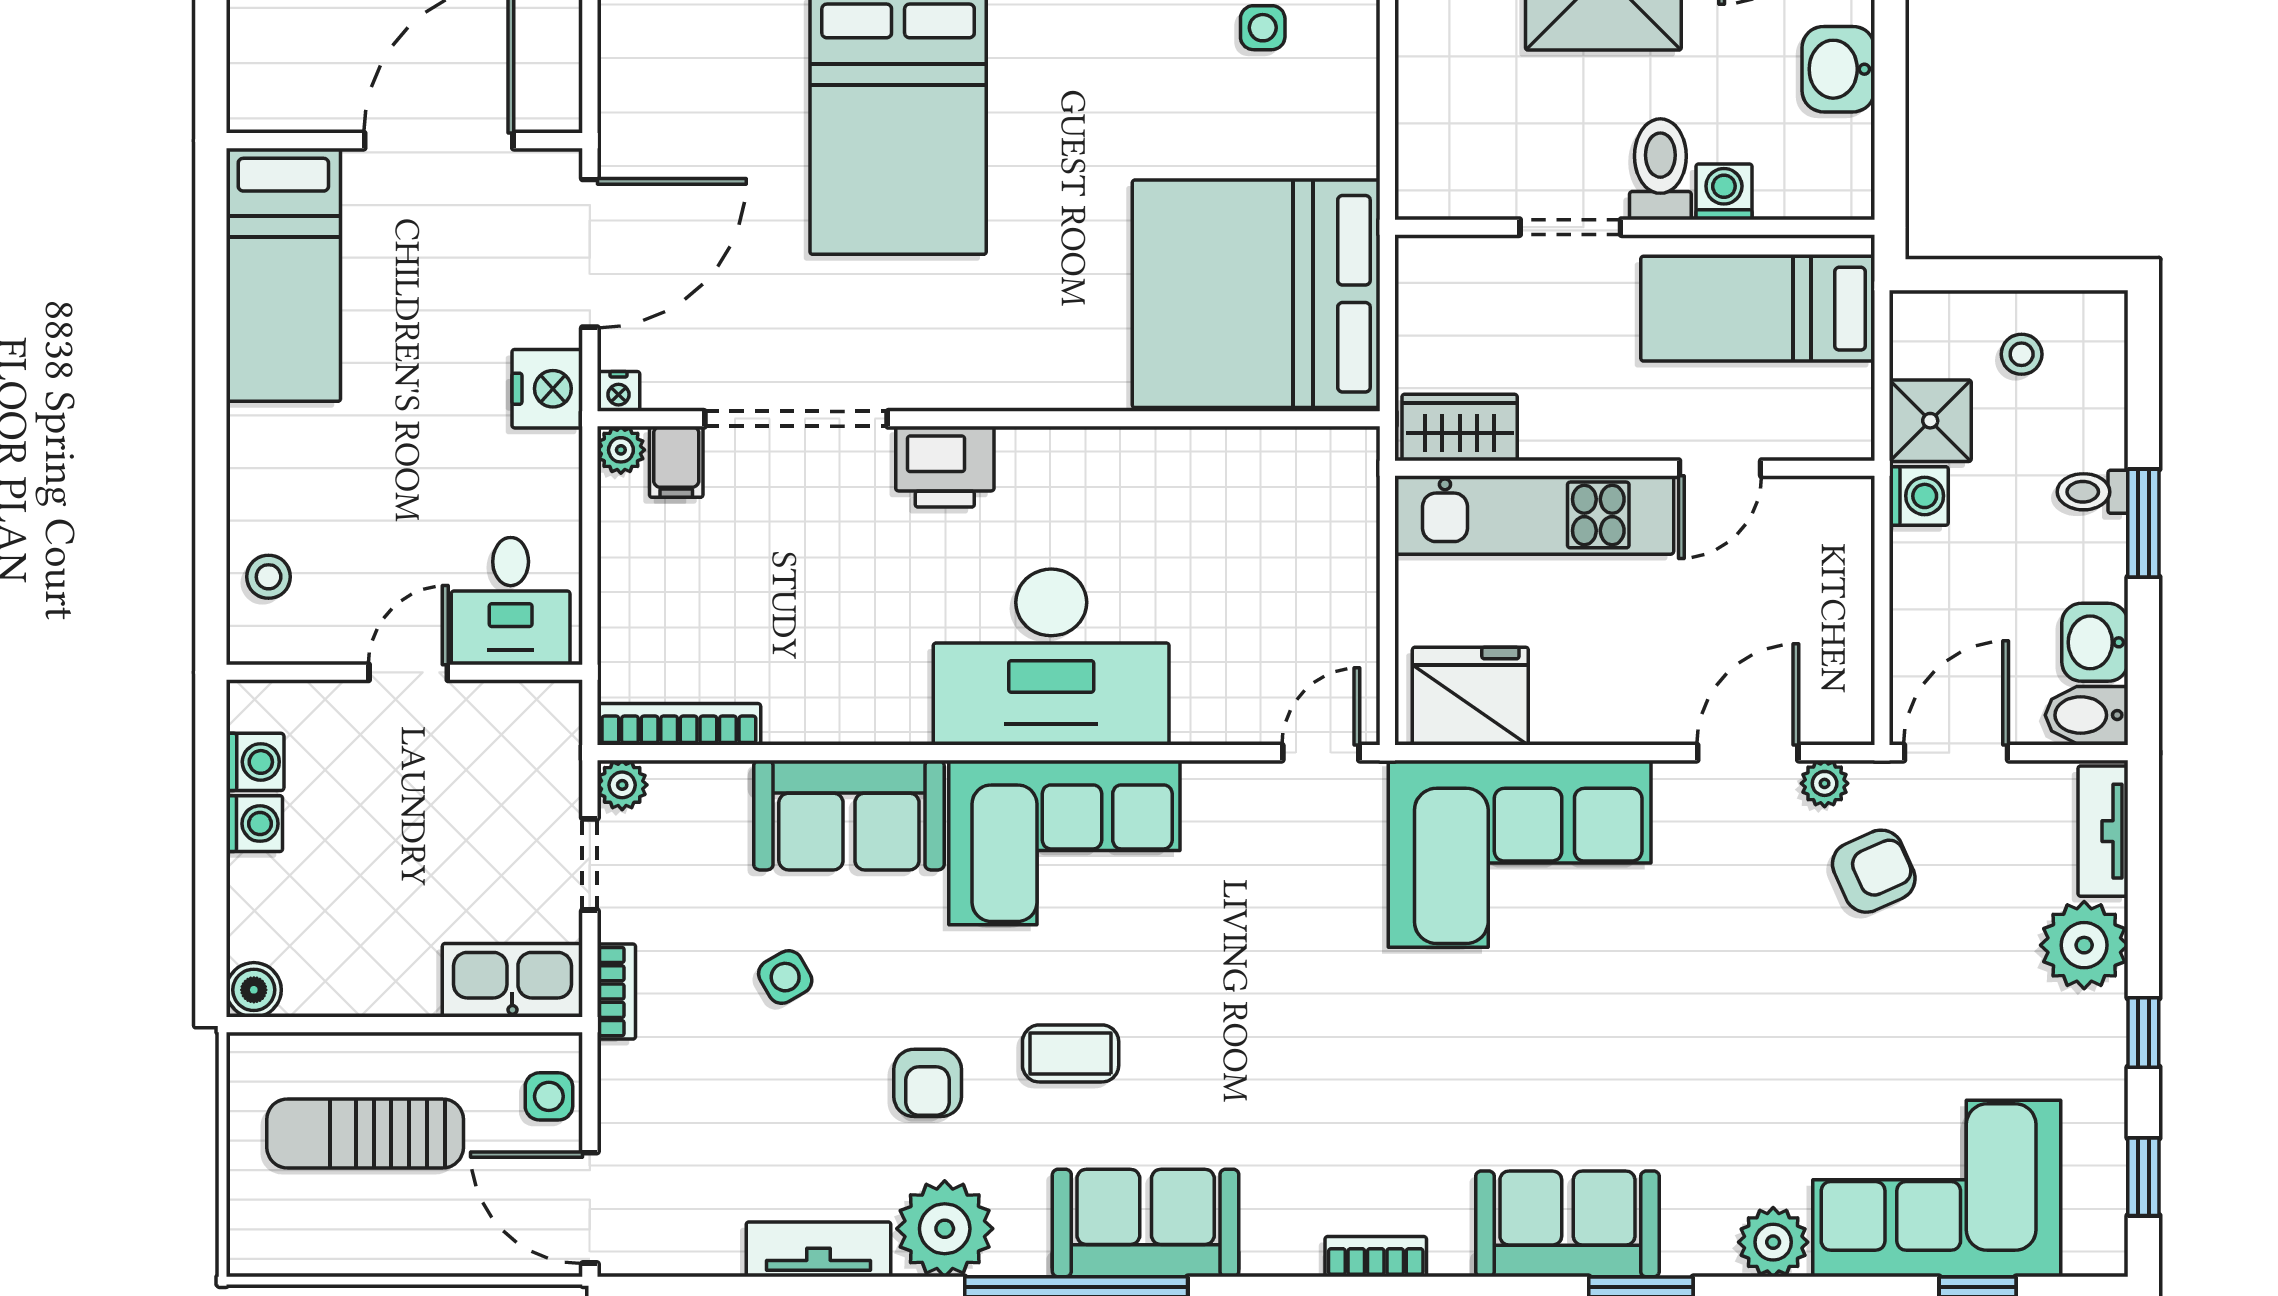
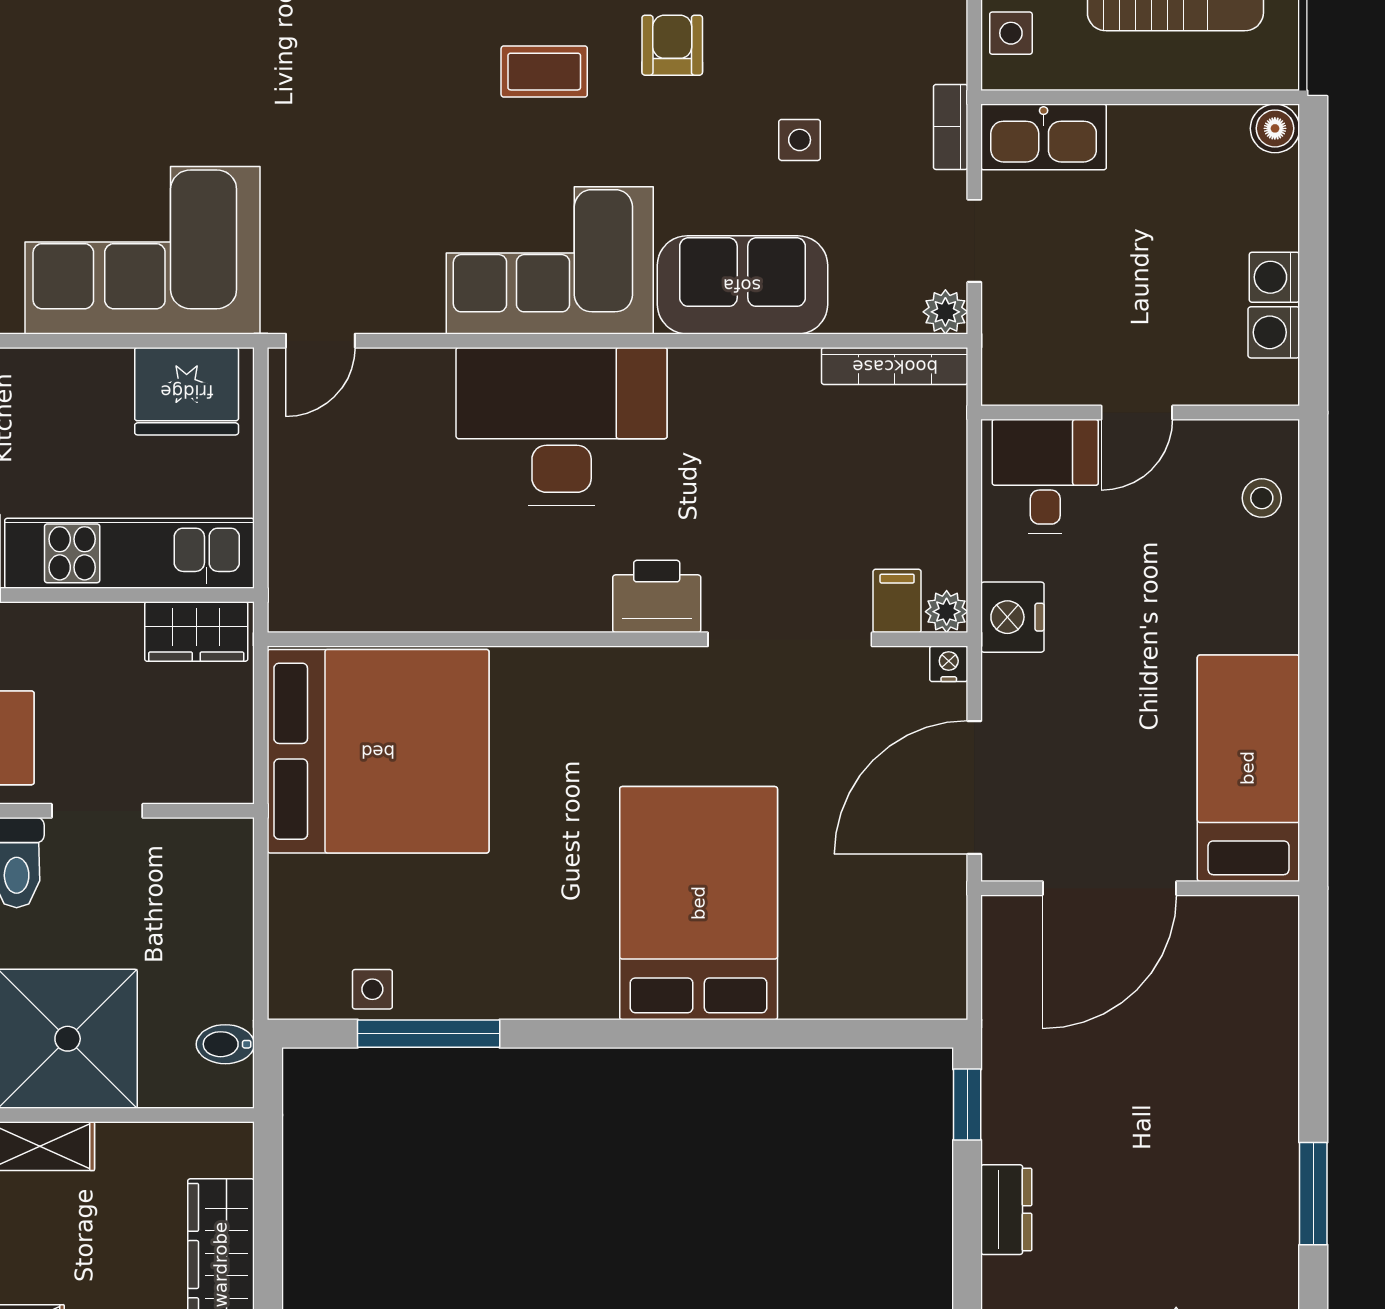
nightstand: (547, 389) -> (1012, 617), moved
side table: (785, 977) -> (800, 140), turned 30

